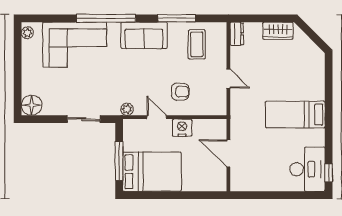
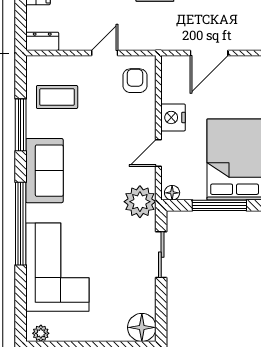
armchair: (180, 92) -> (135, 81), moved
plant: (127, 109) -> (140, 202), width x1.88, depth x1.88
floor lamp: (128, 127) -> (172, 193), added

